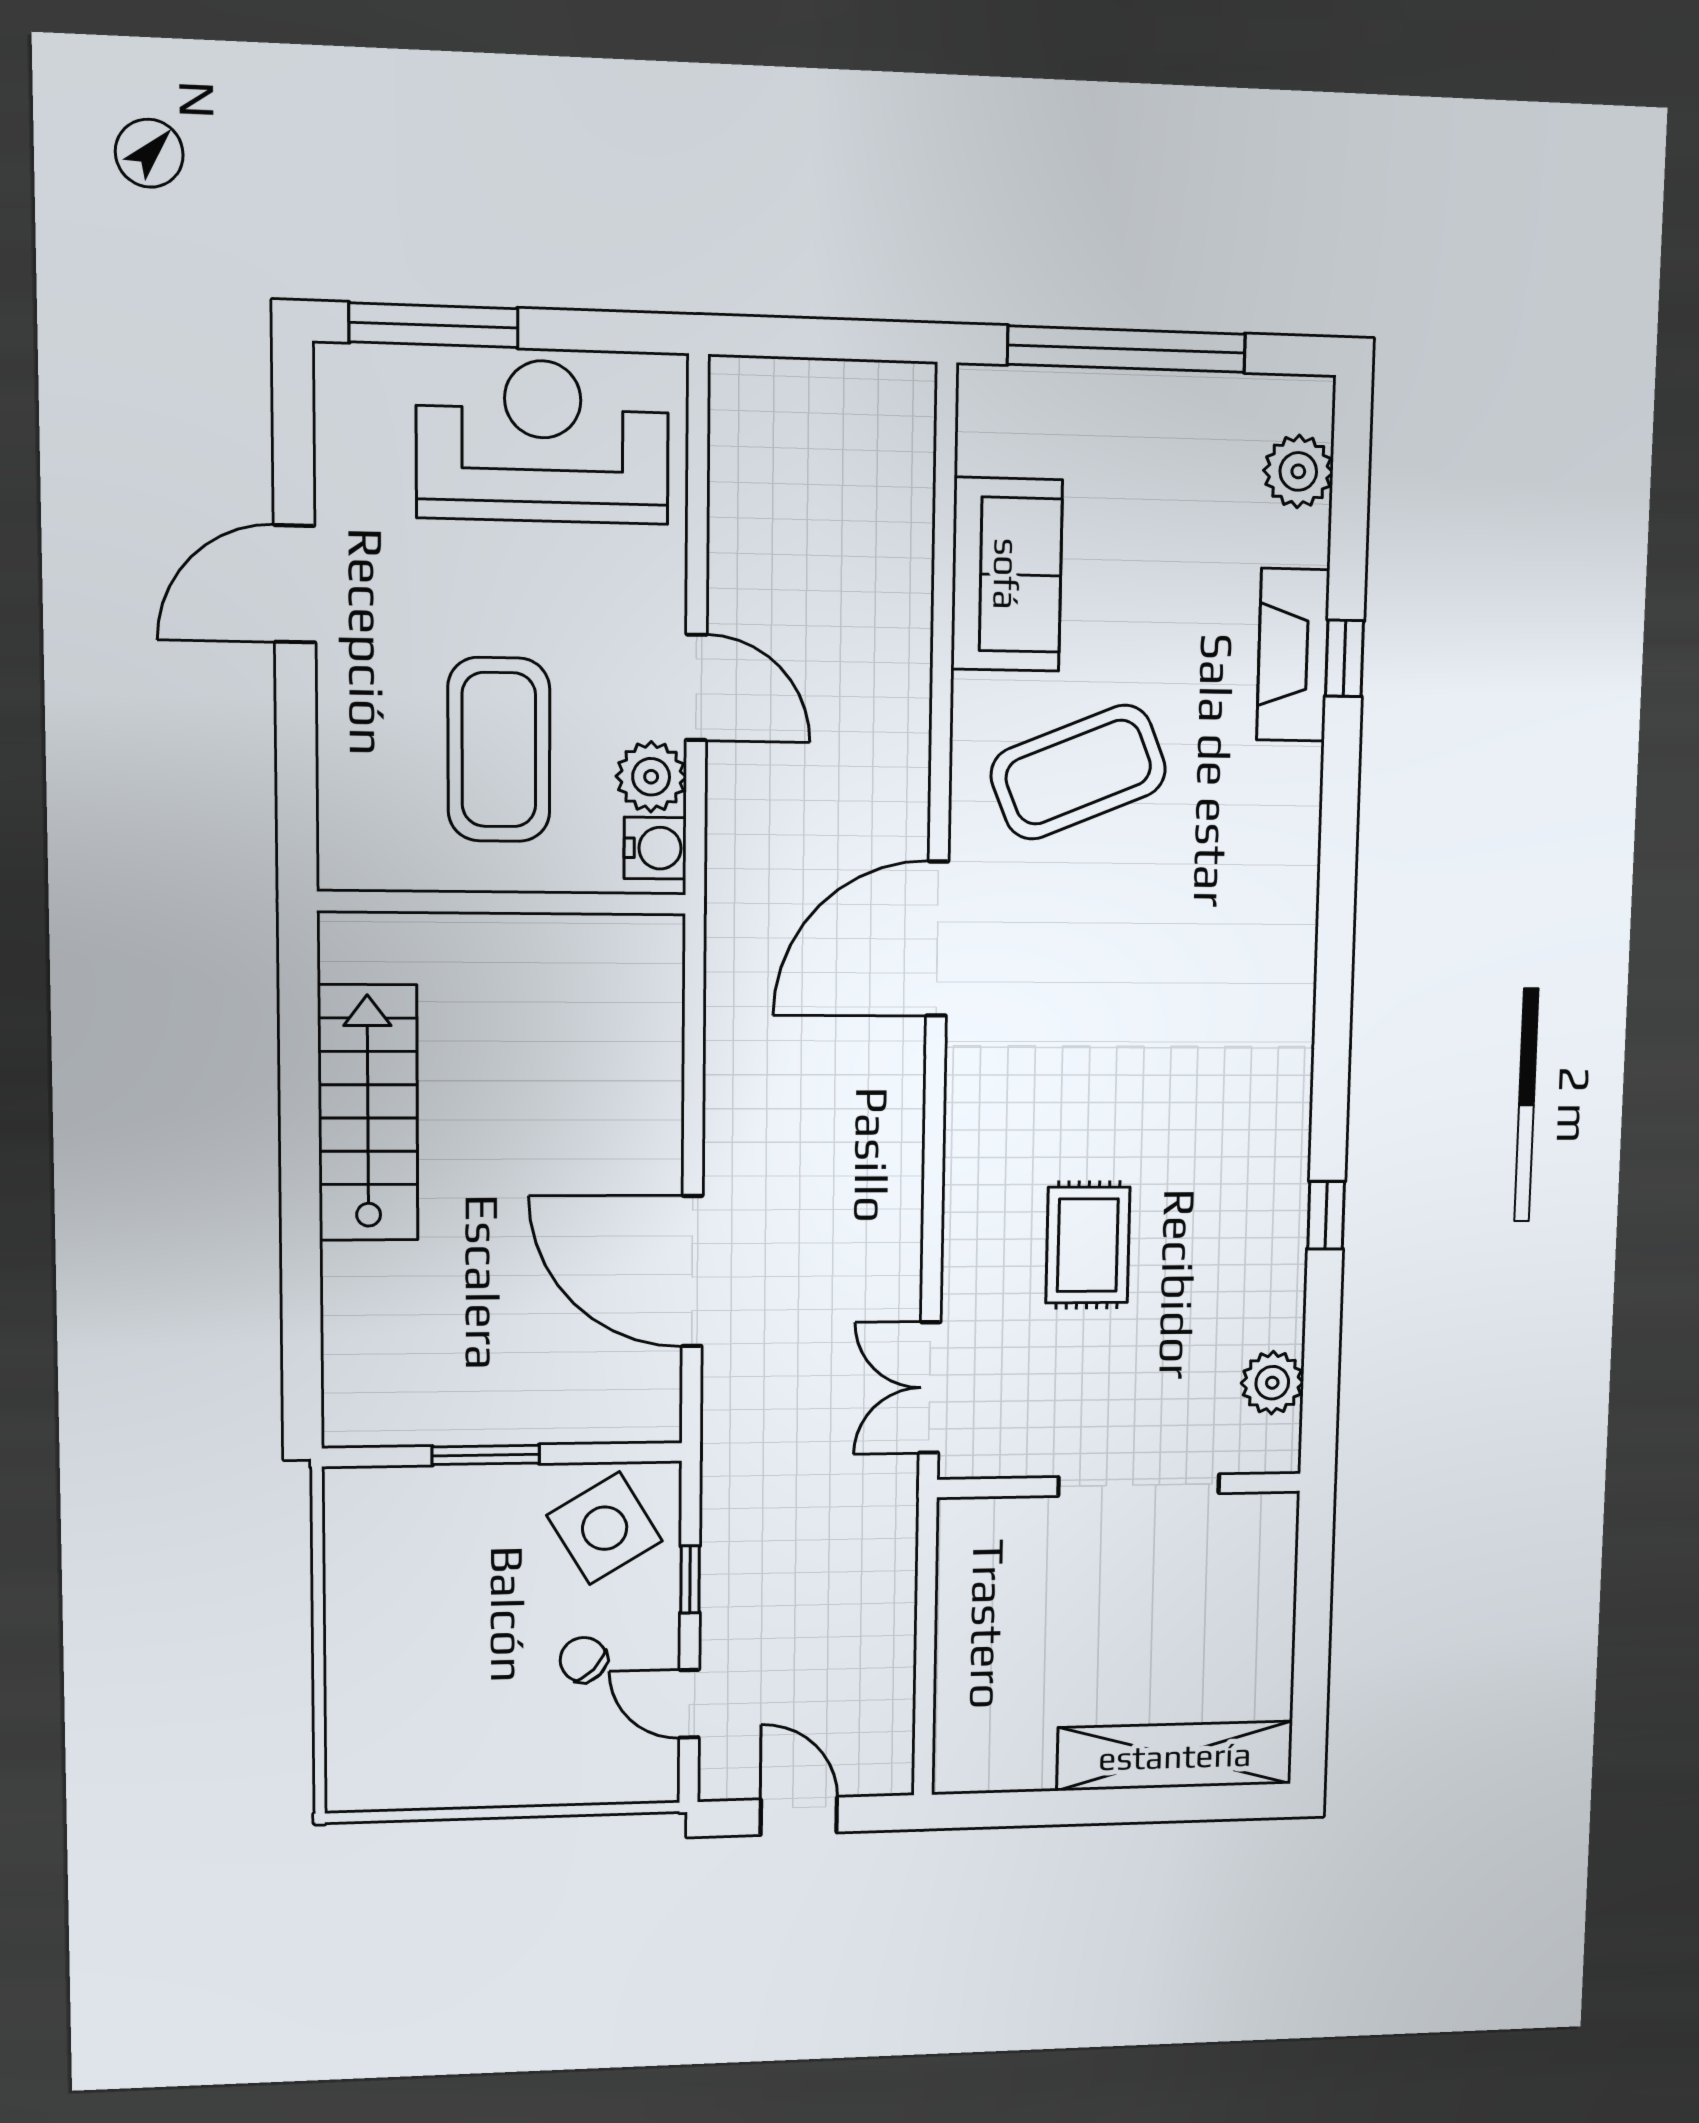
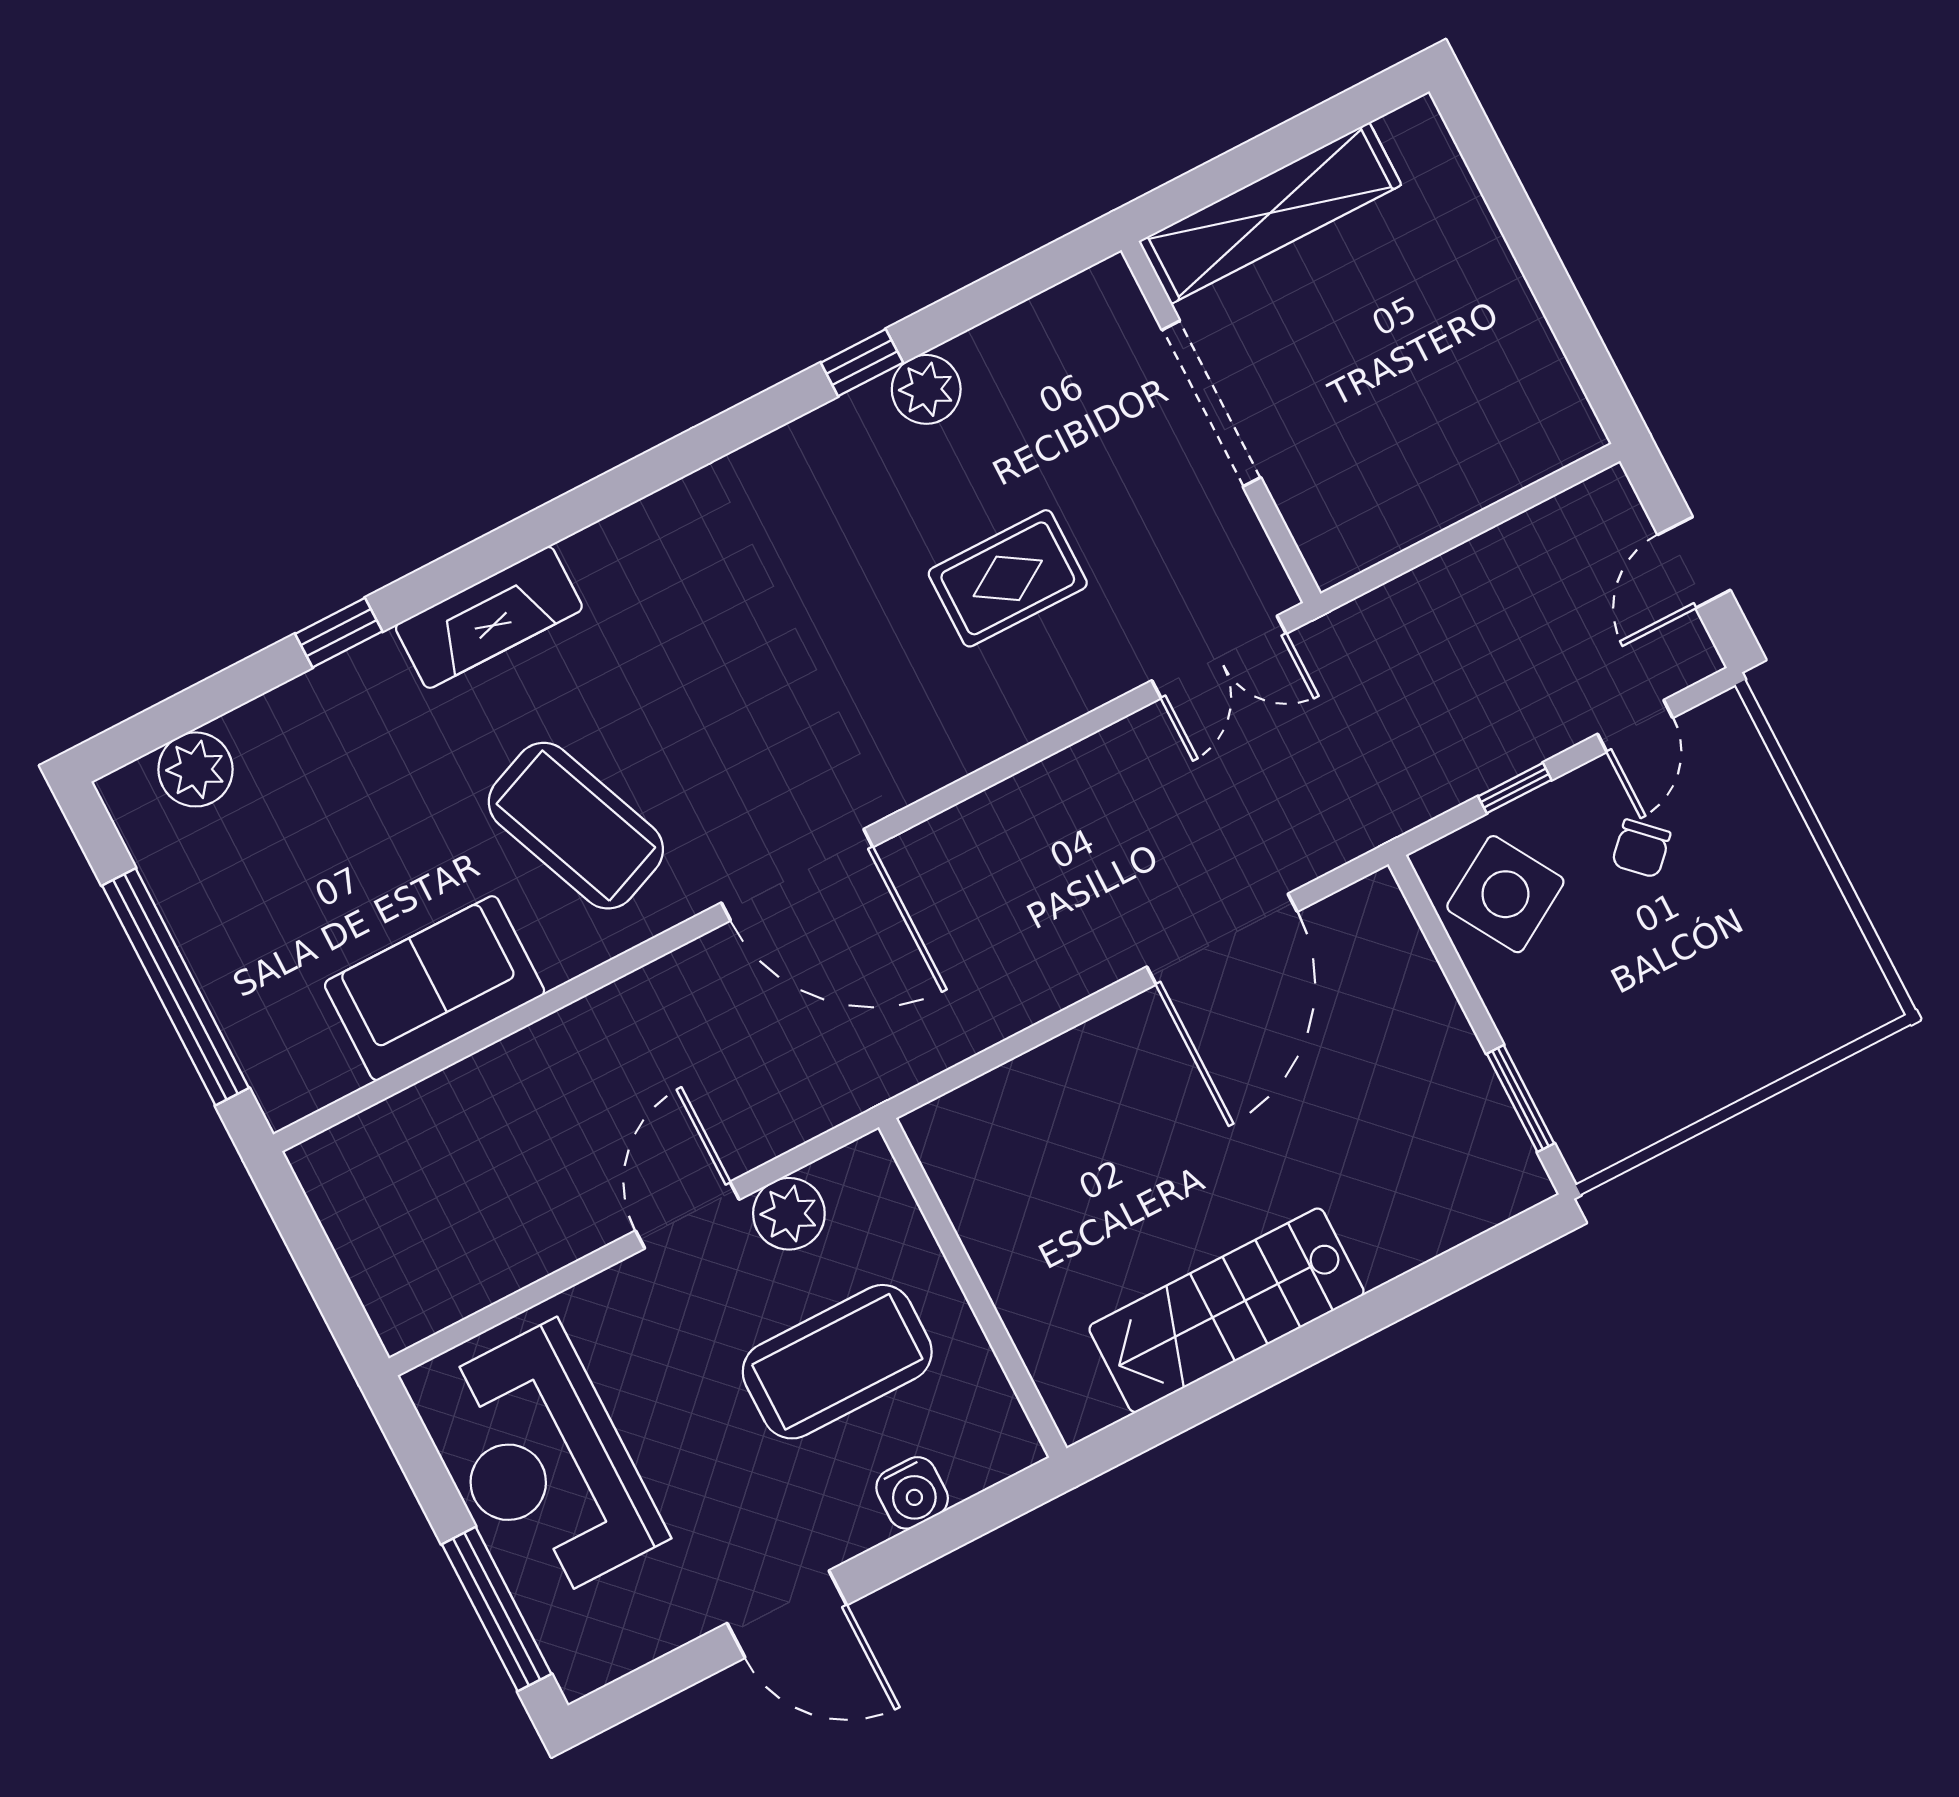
fireplace: (1293, 655) -> (489, 617), moved
water cooler: (655, 848) -> (912, 1493), moved, turned 180
plant: (1272, 1383) -> (926, 389), moved
window: (486, 1455) -> (1520, 1099), moved
shelving: (1175, 1756) -> (1270, 213), moved, turned 90

